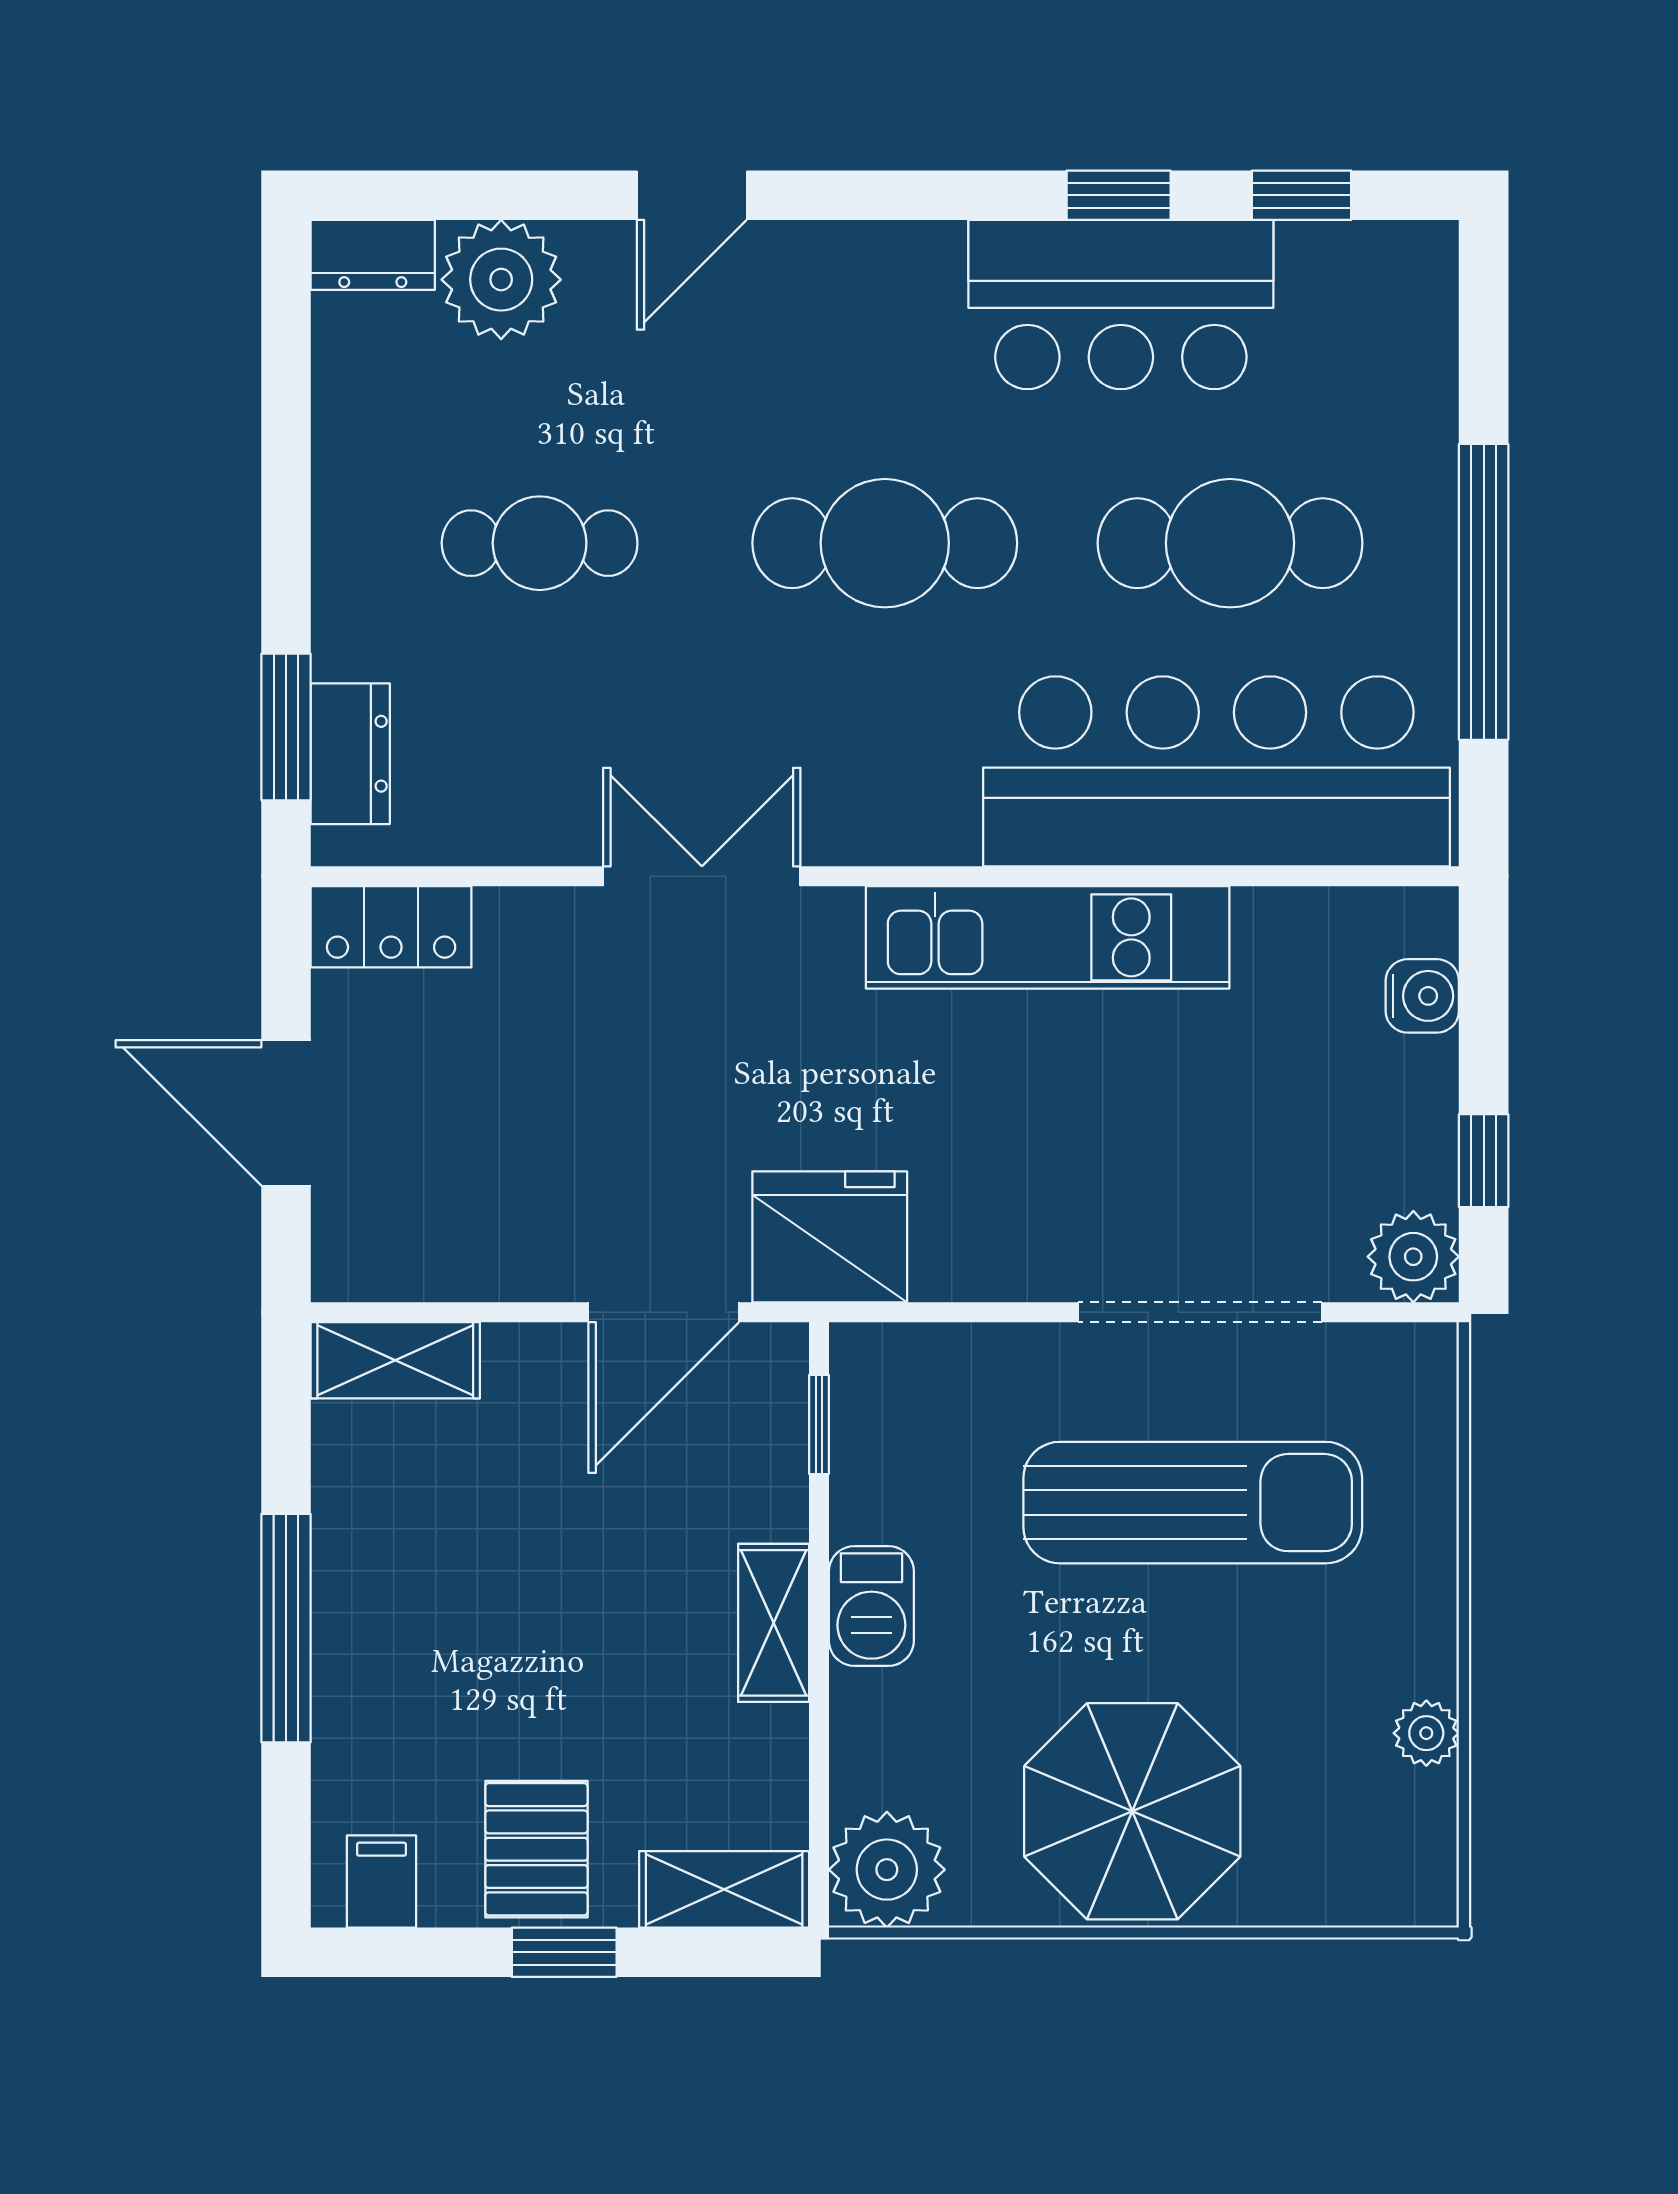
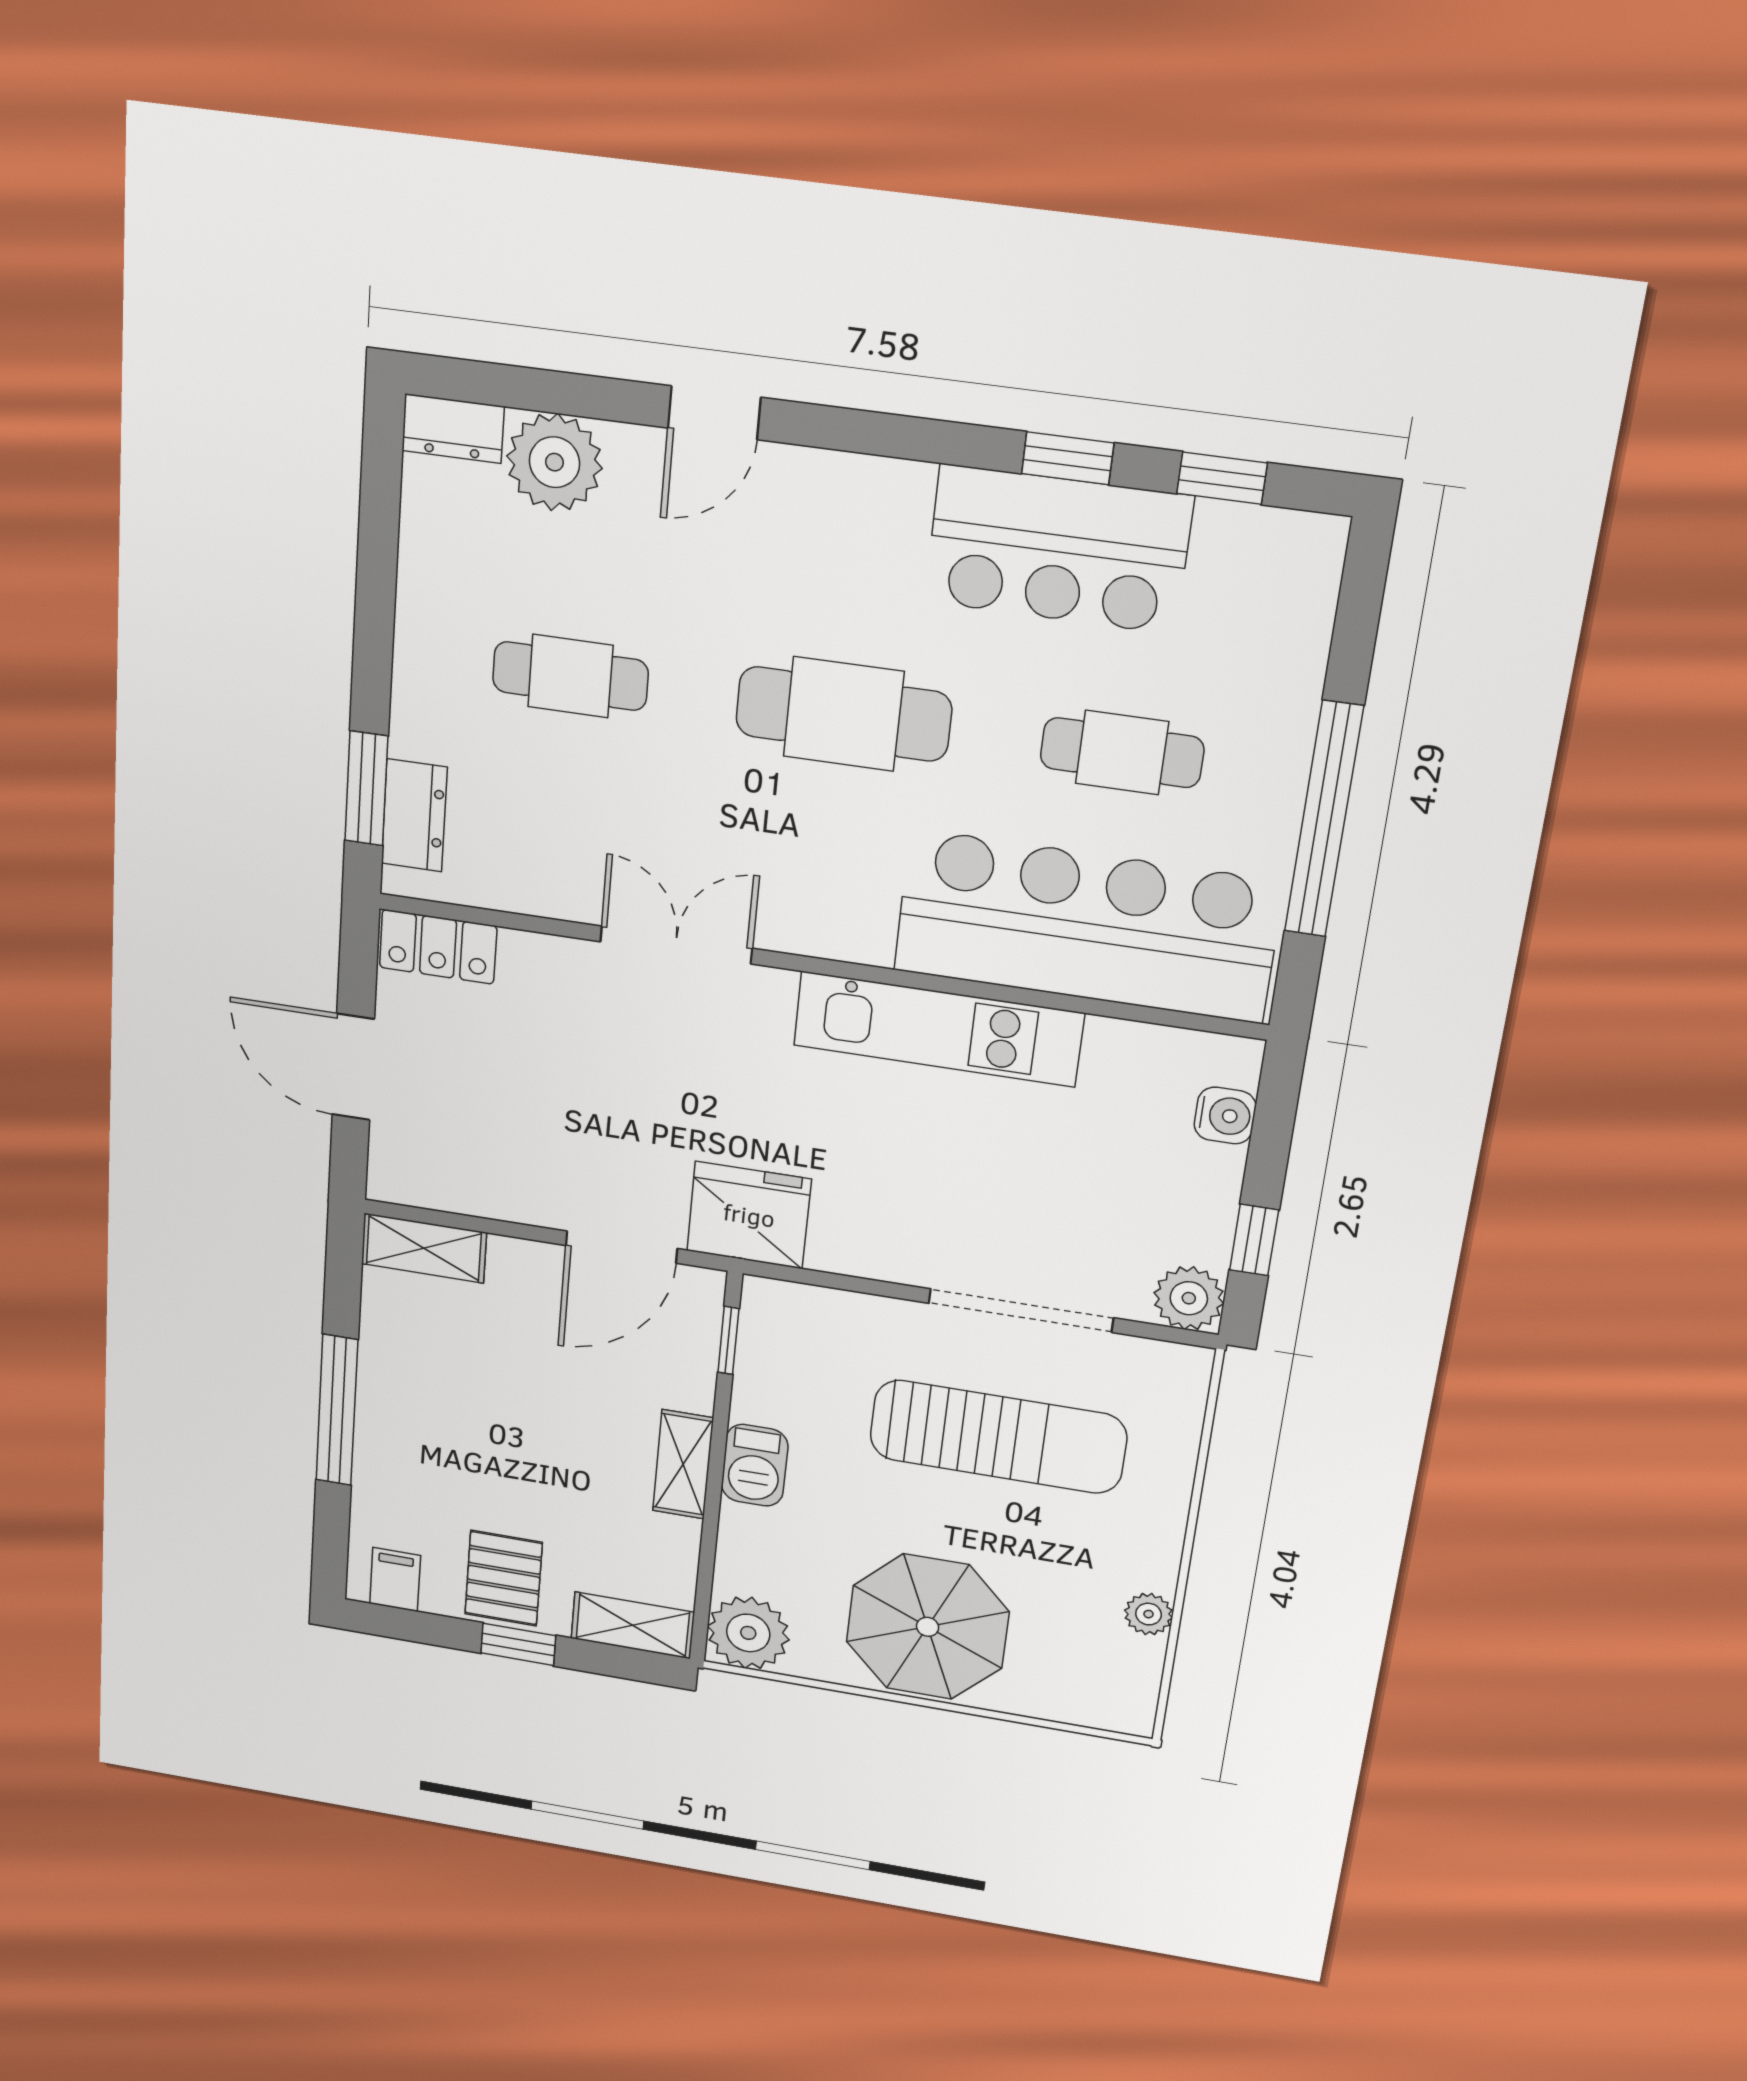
cafe table: (1230, 543) -> (1122, 753), width x0.73, depth x0.74

